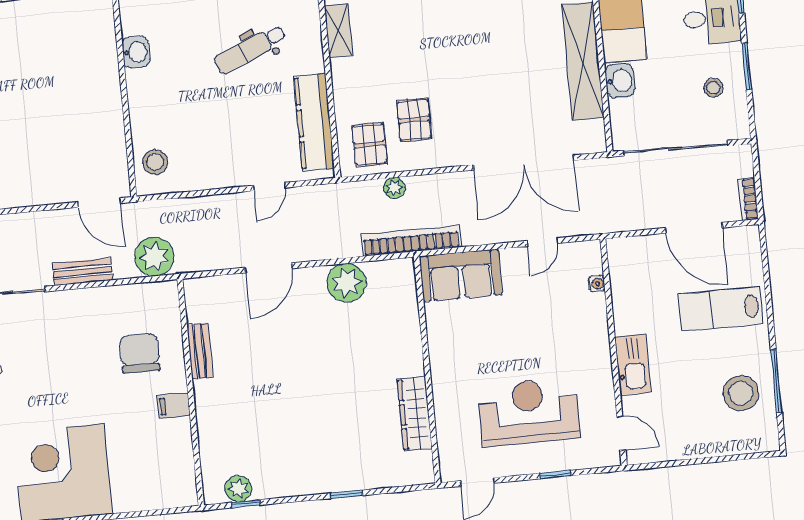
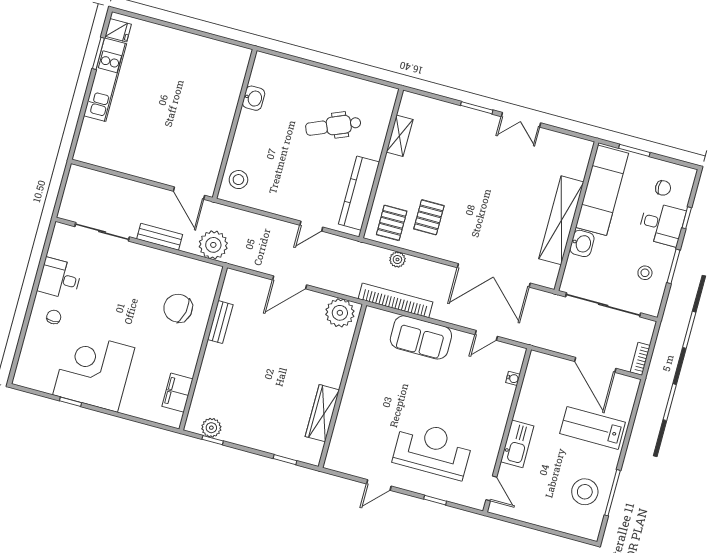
chair: (140, 353) -> (178, 308), turned -78
wall: (427, 370) -> (342, 386), moved
filing cabinet: (174, 406) -> (177, 393), moved, width x2.00
wardrobe: (415, 414) -> (322, 413), moved

